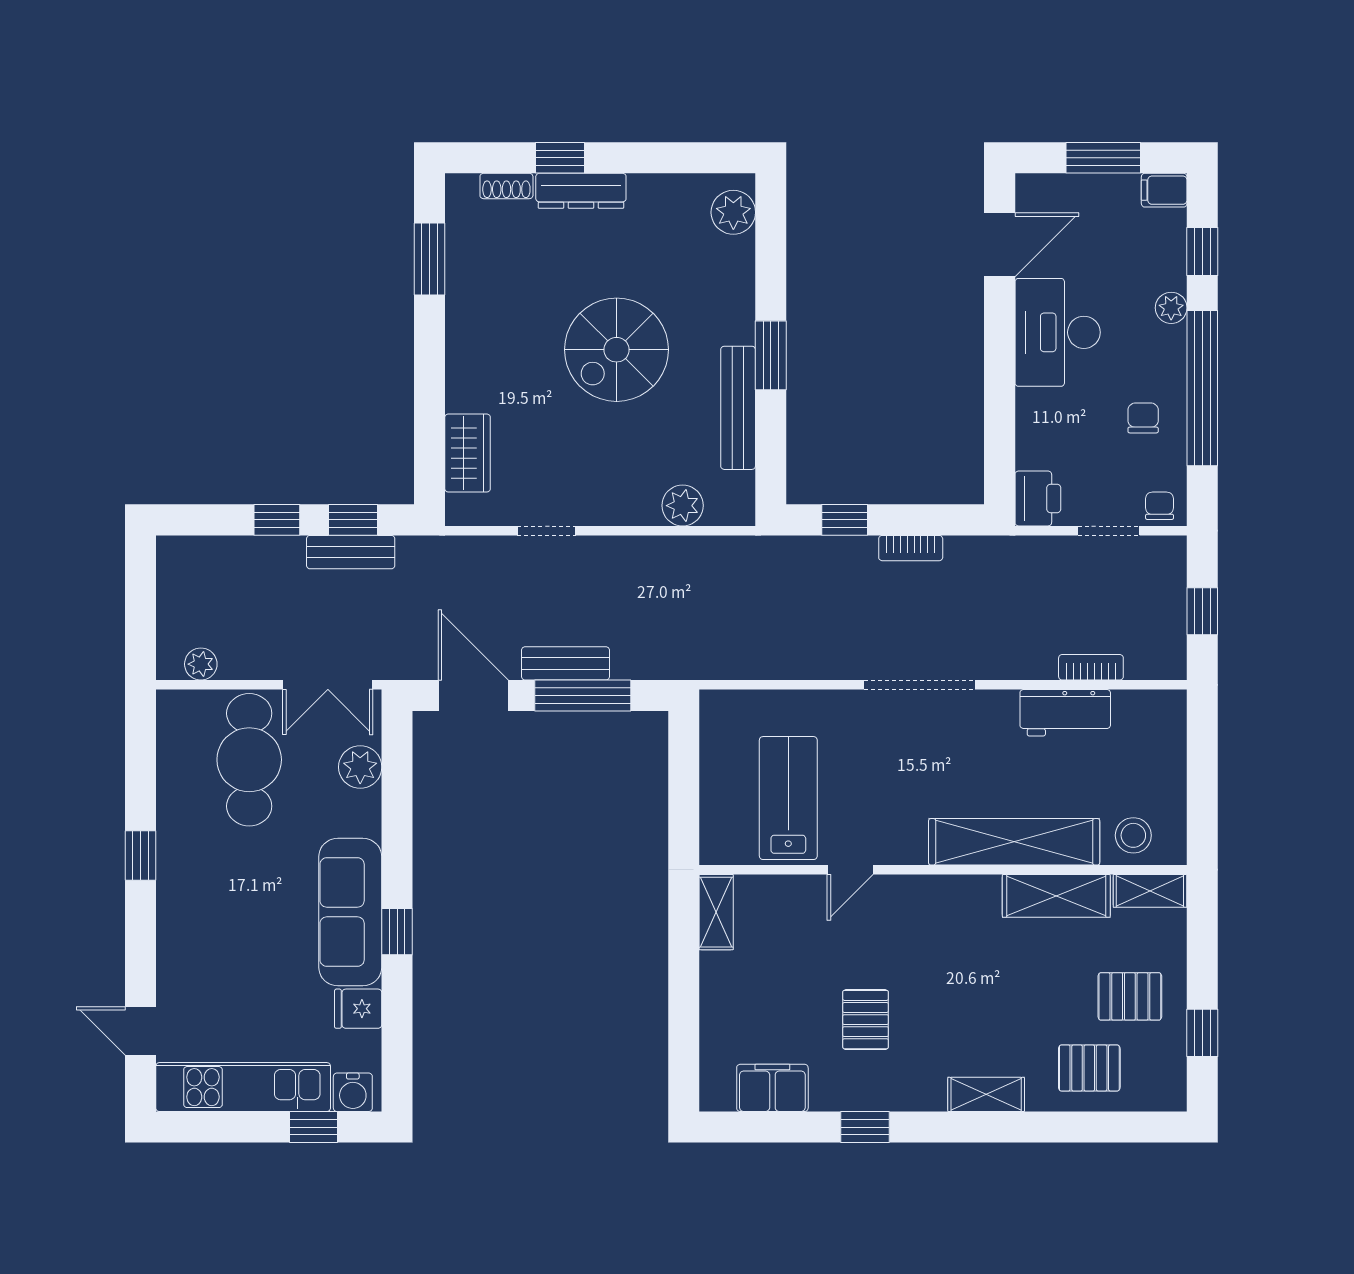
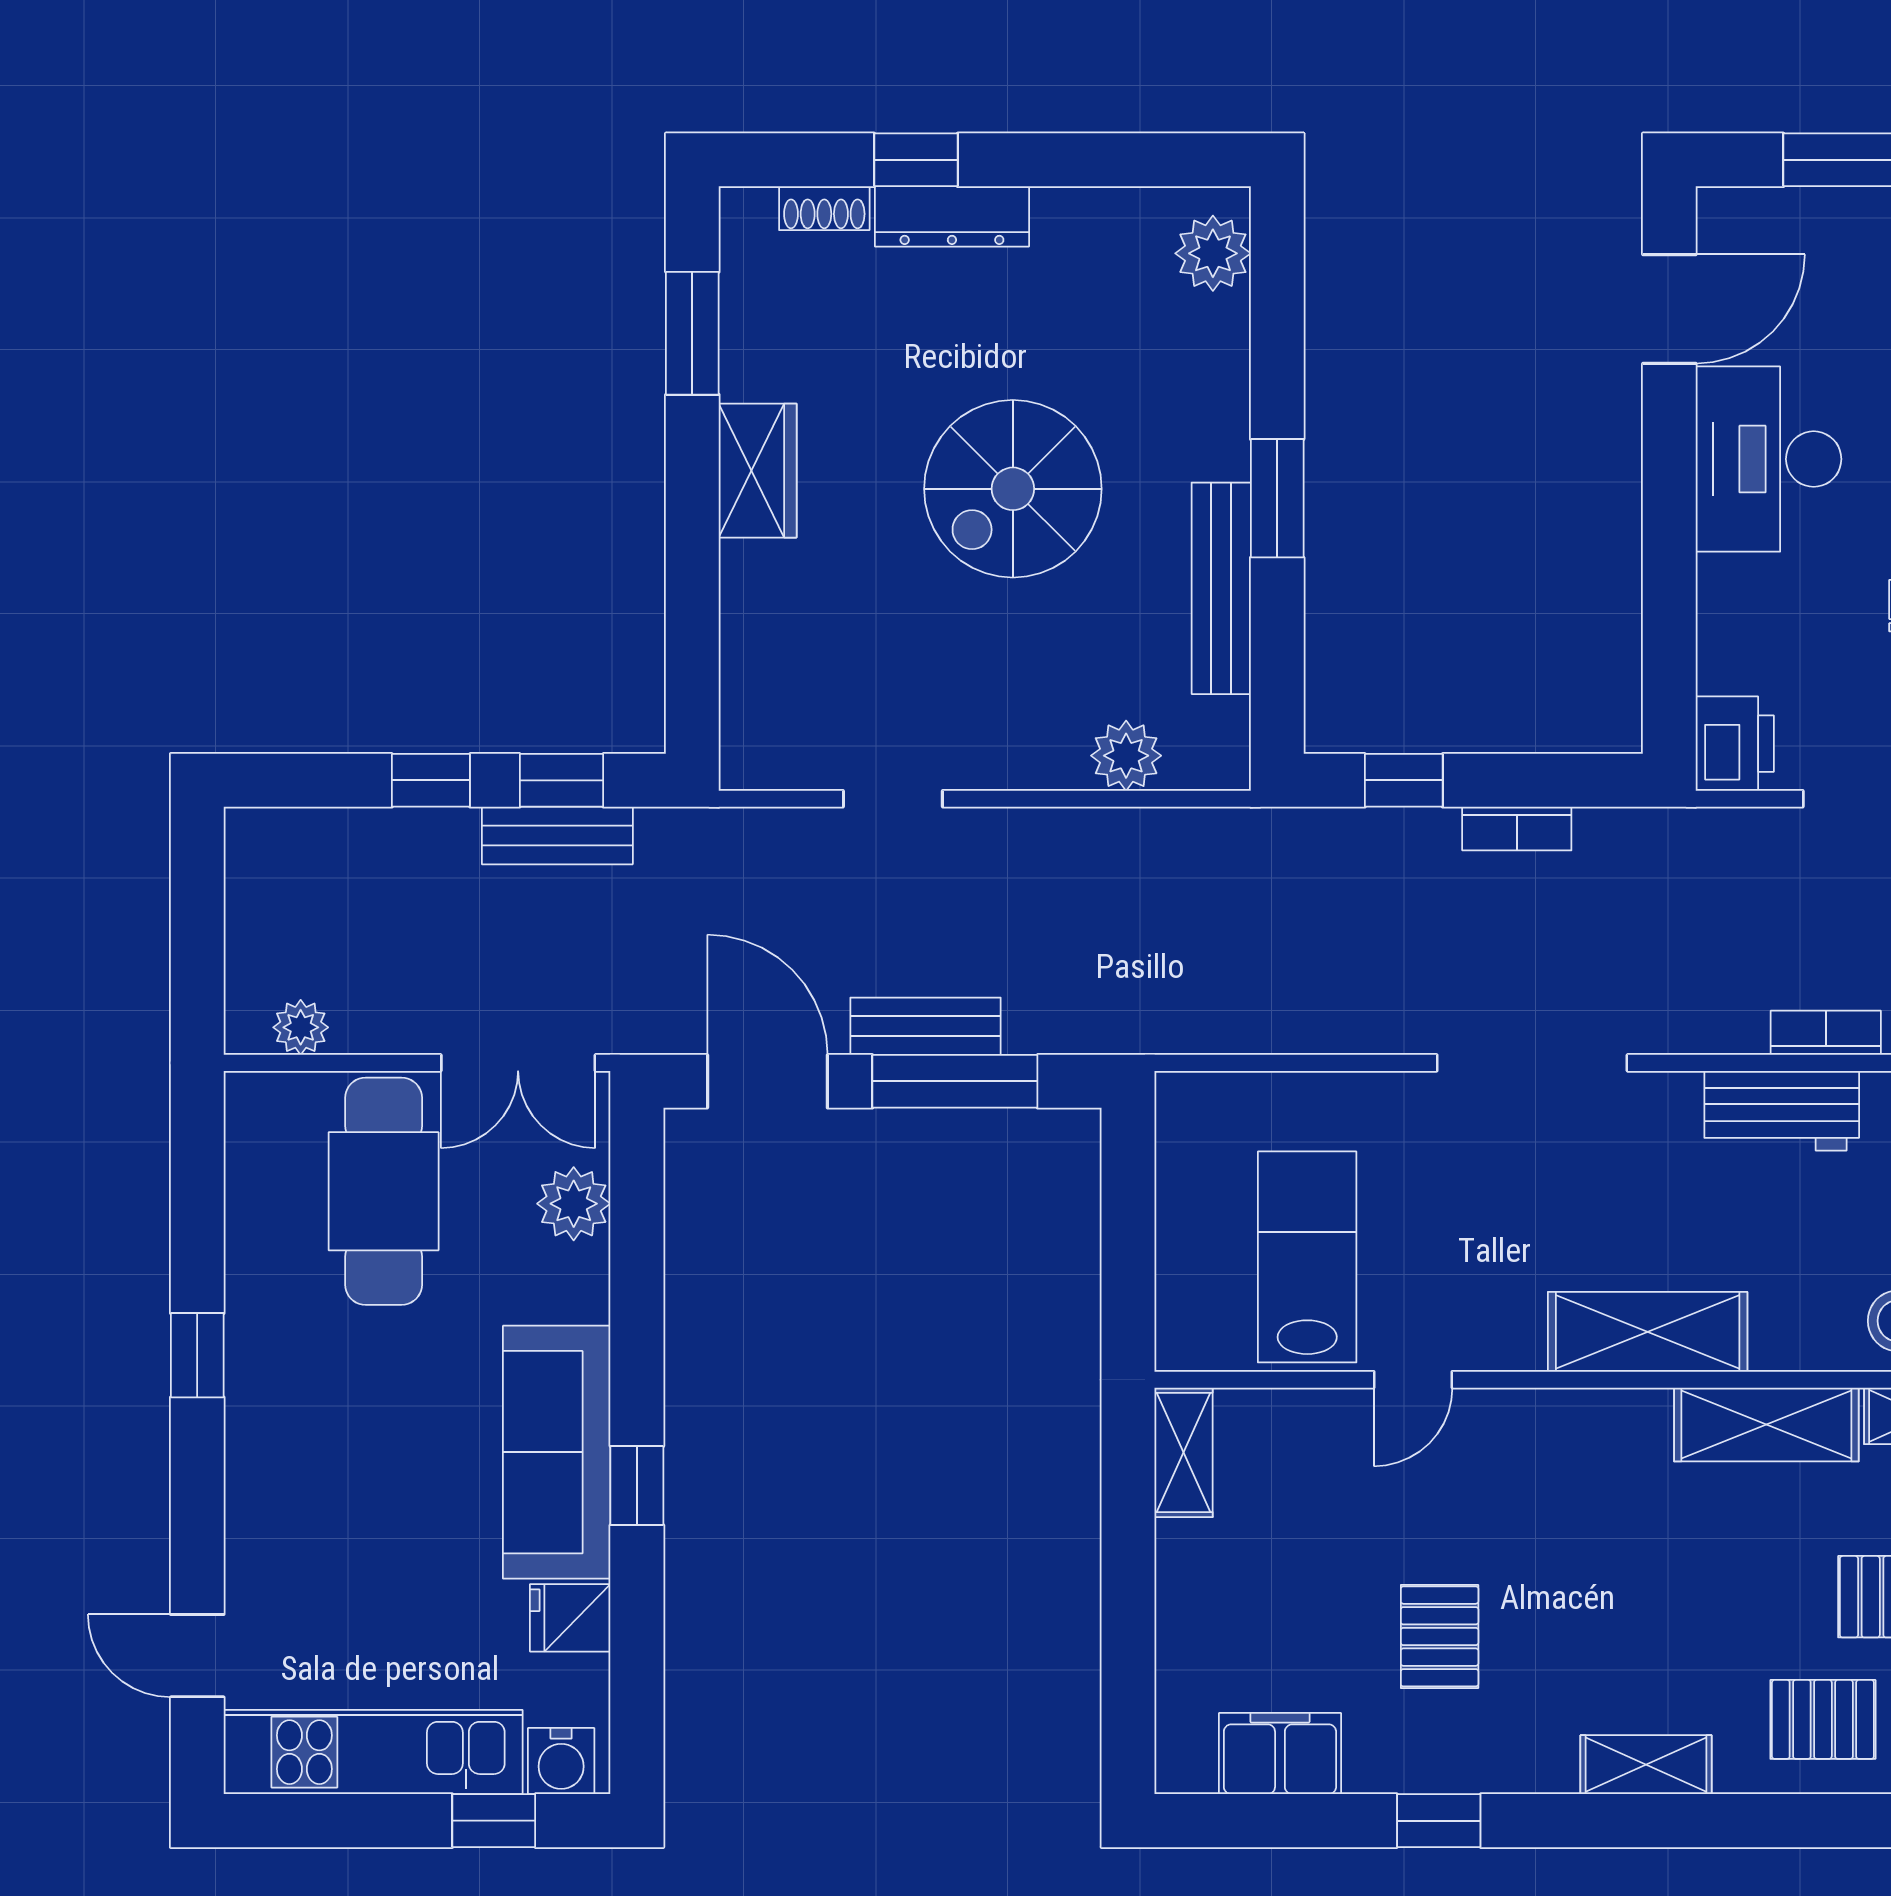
wardrobe: (468, 453) -> (758, 471), moved
shelving: (1014, 842) -> (1648, 1332), width x0.68

